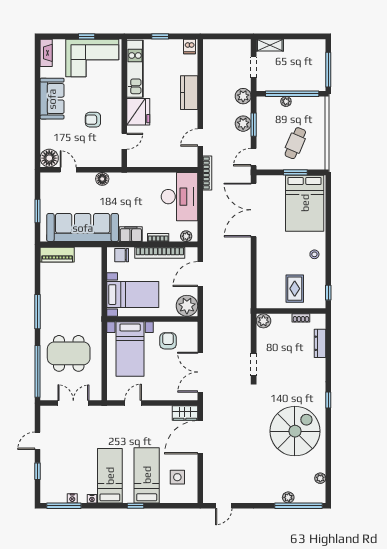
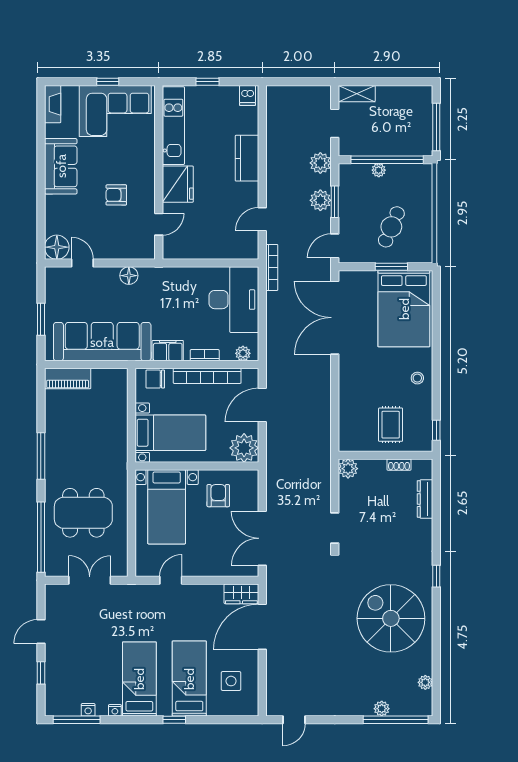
spiral stairs: (295, 431) -> (391, 618), turned -90

